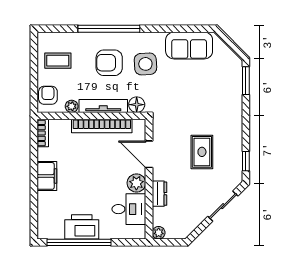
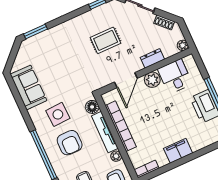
shoe rack: (193, 224) -> (164, 22), added

